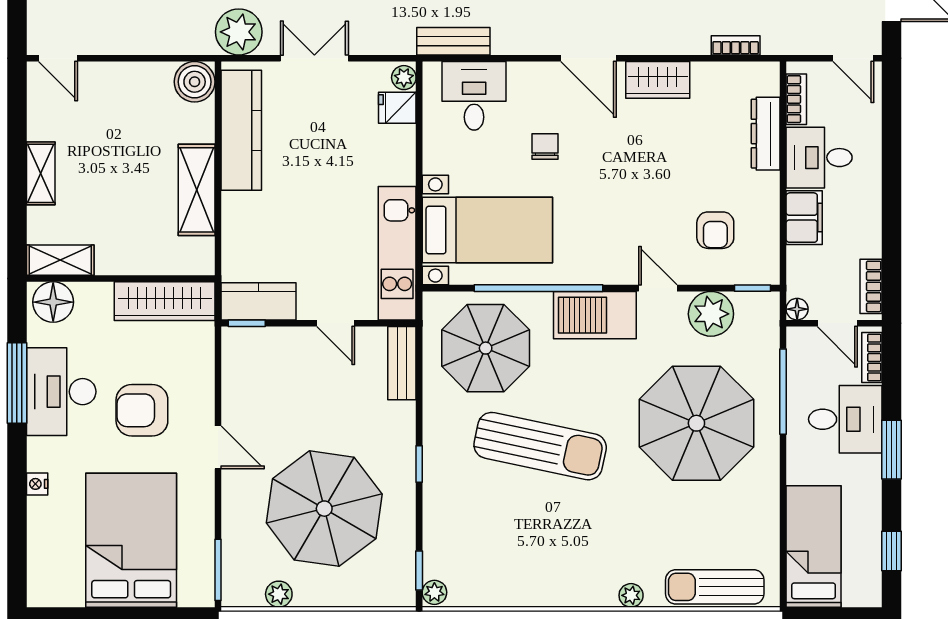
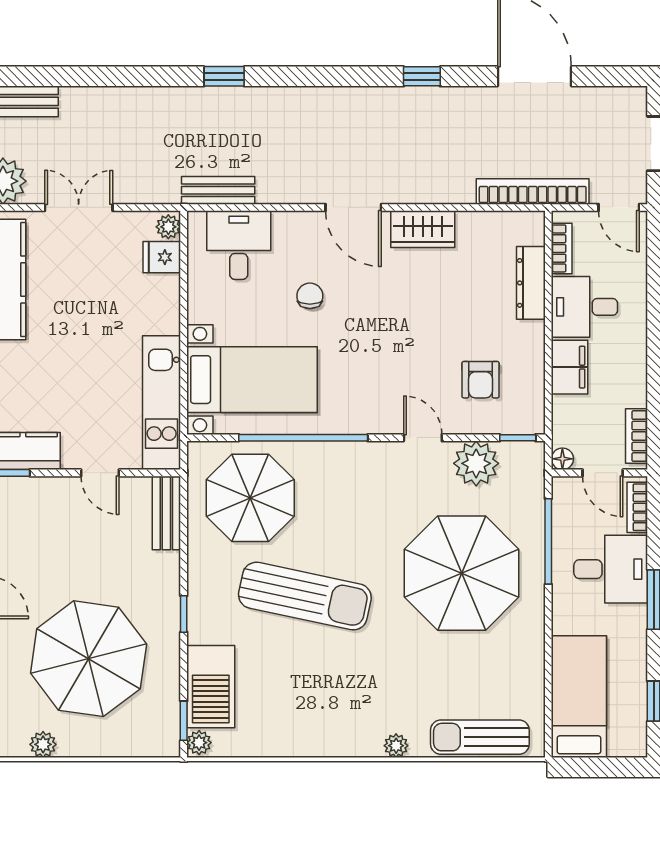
bookcase: (736, 45) -> (533, 191), width x2.31, depth x1.31
barbecue: (595, 315) -> (211, 687), moved, turned -90

